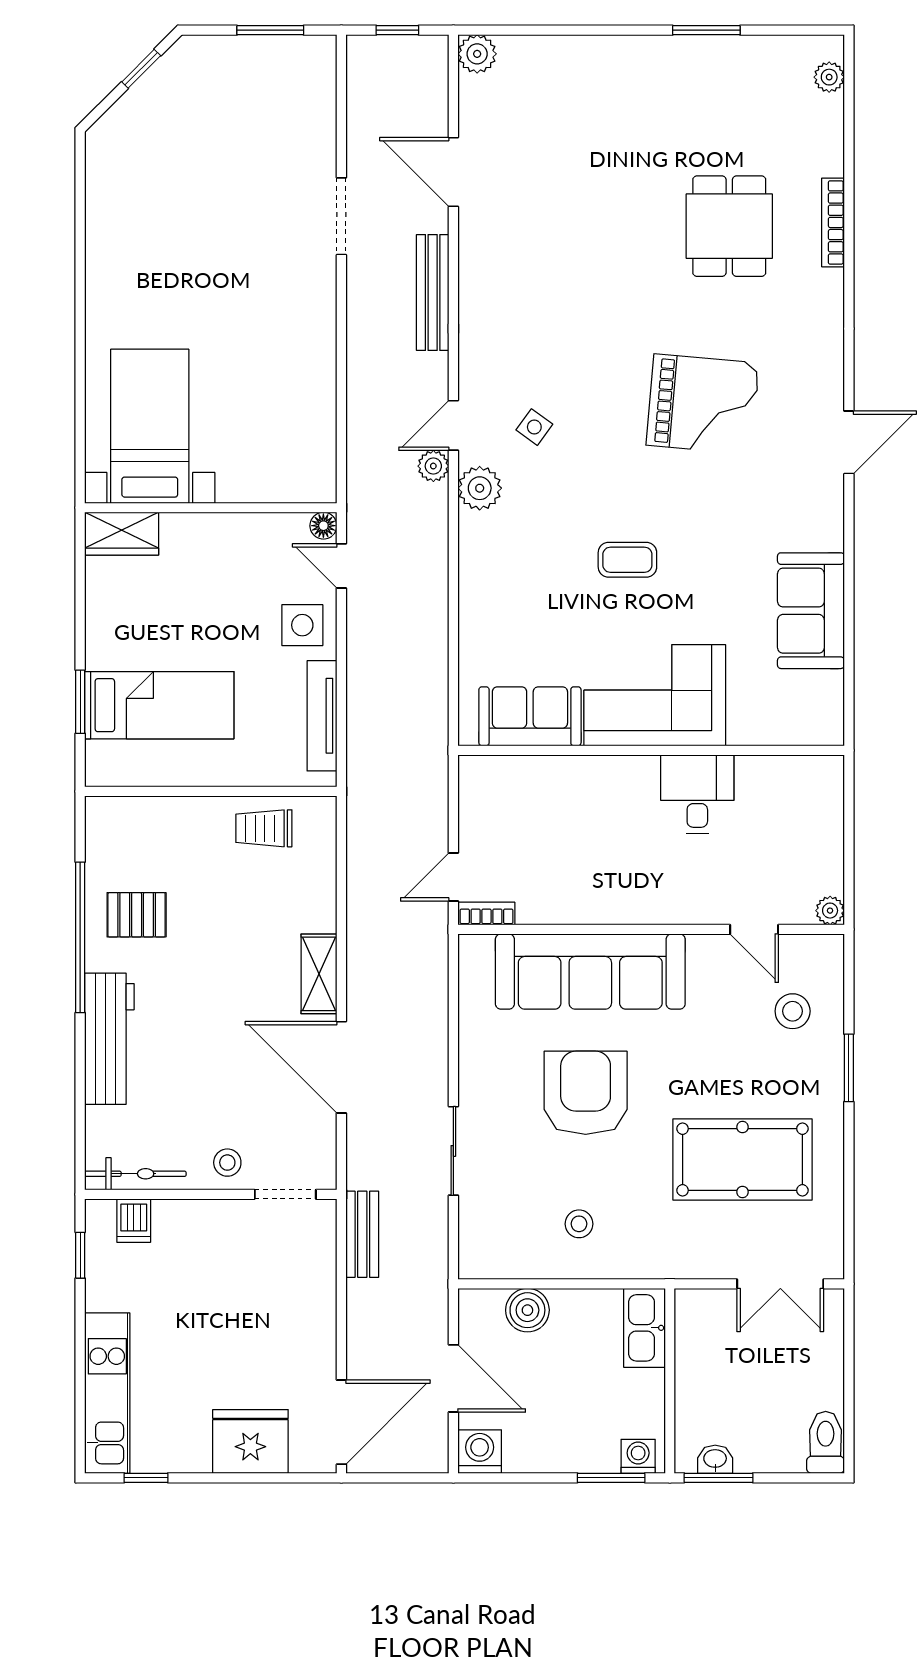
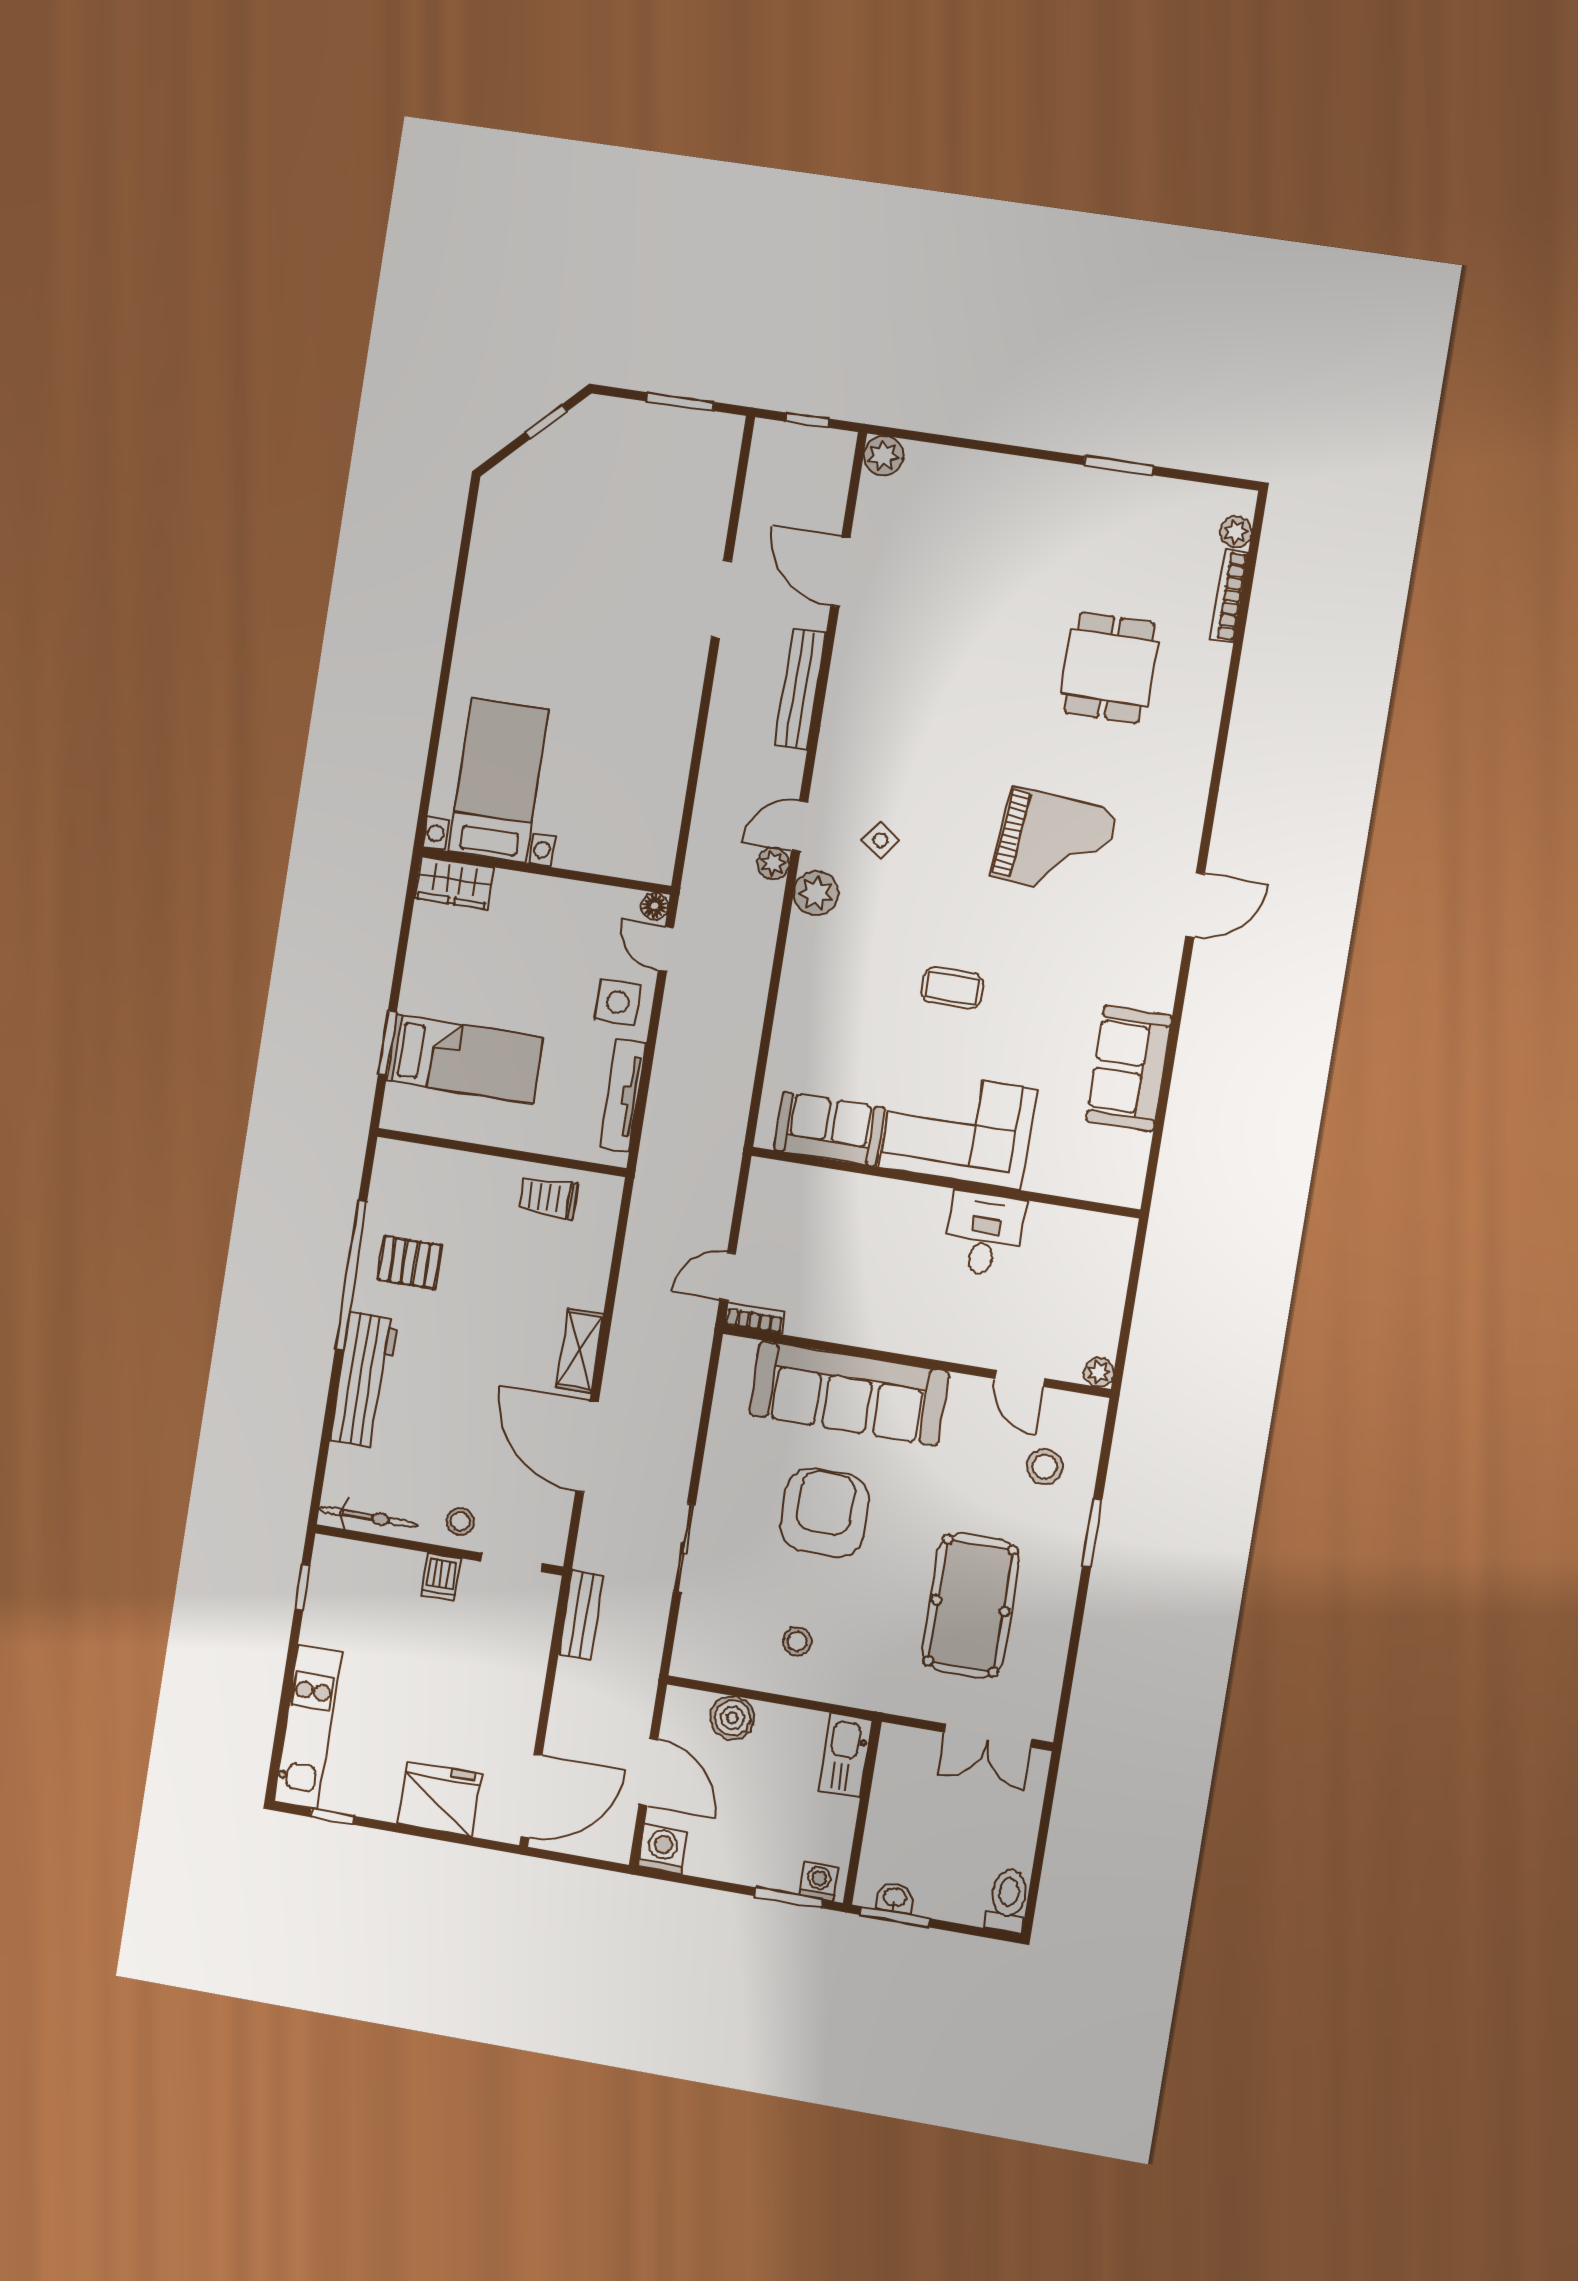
bookcase: (833, 222) -> (1229, 596), moved
pool table: (742, 1160) -> (971, 1606), turned 90
dishwasher: (134, 1221) -> (441, 1577), moved

